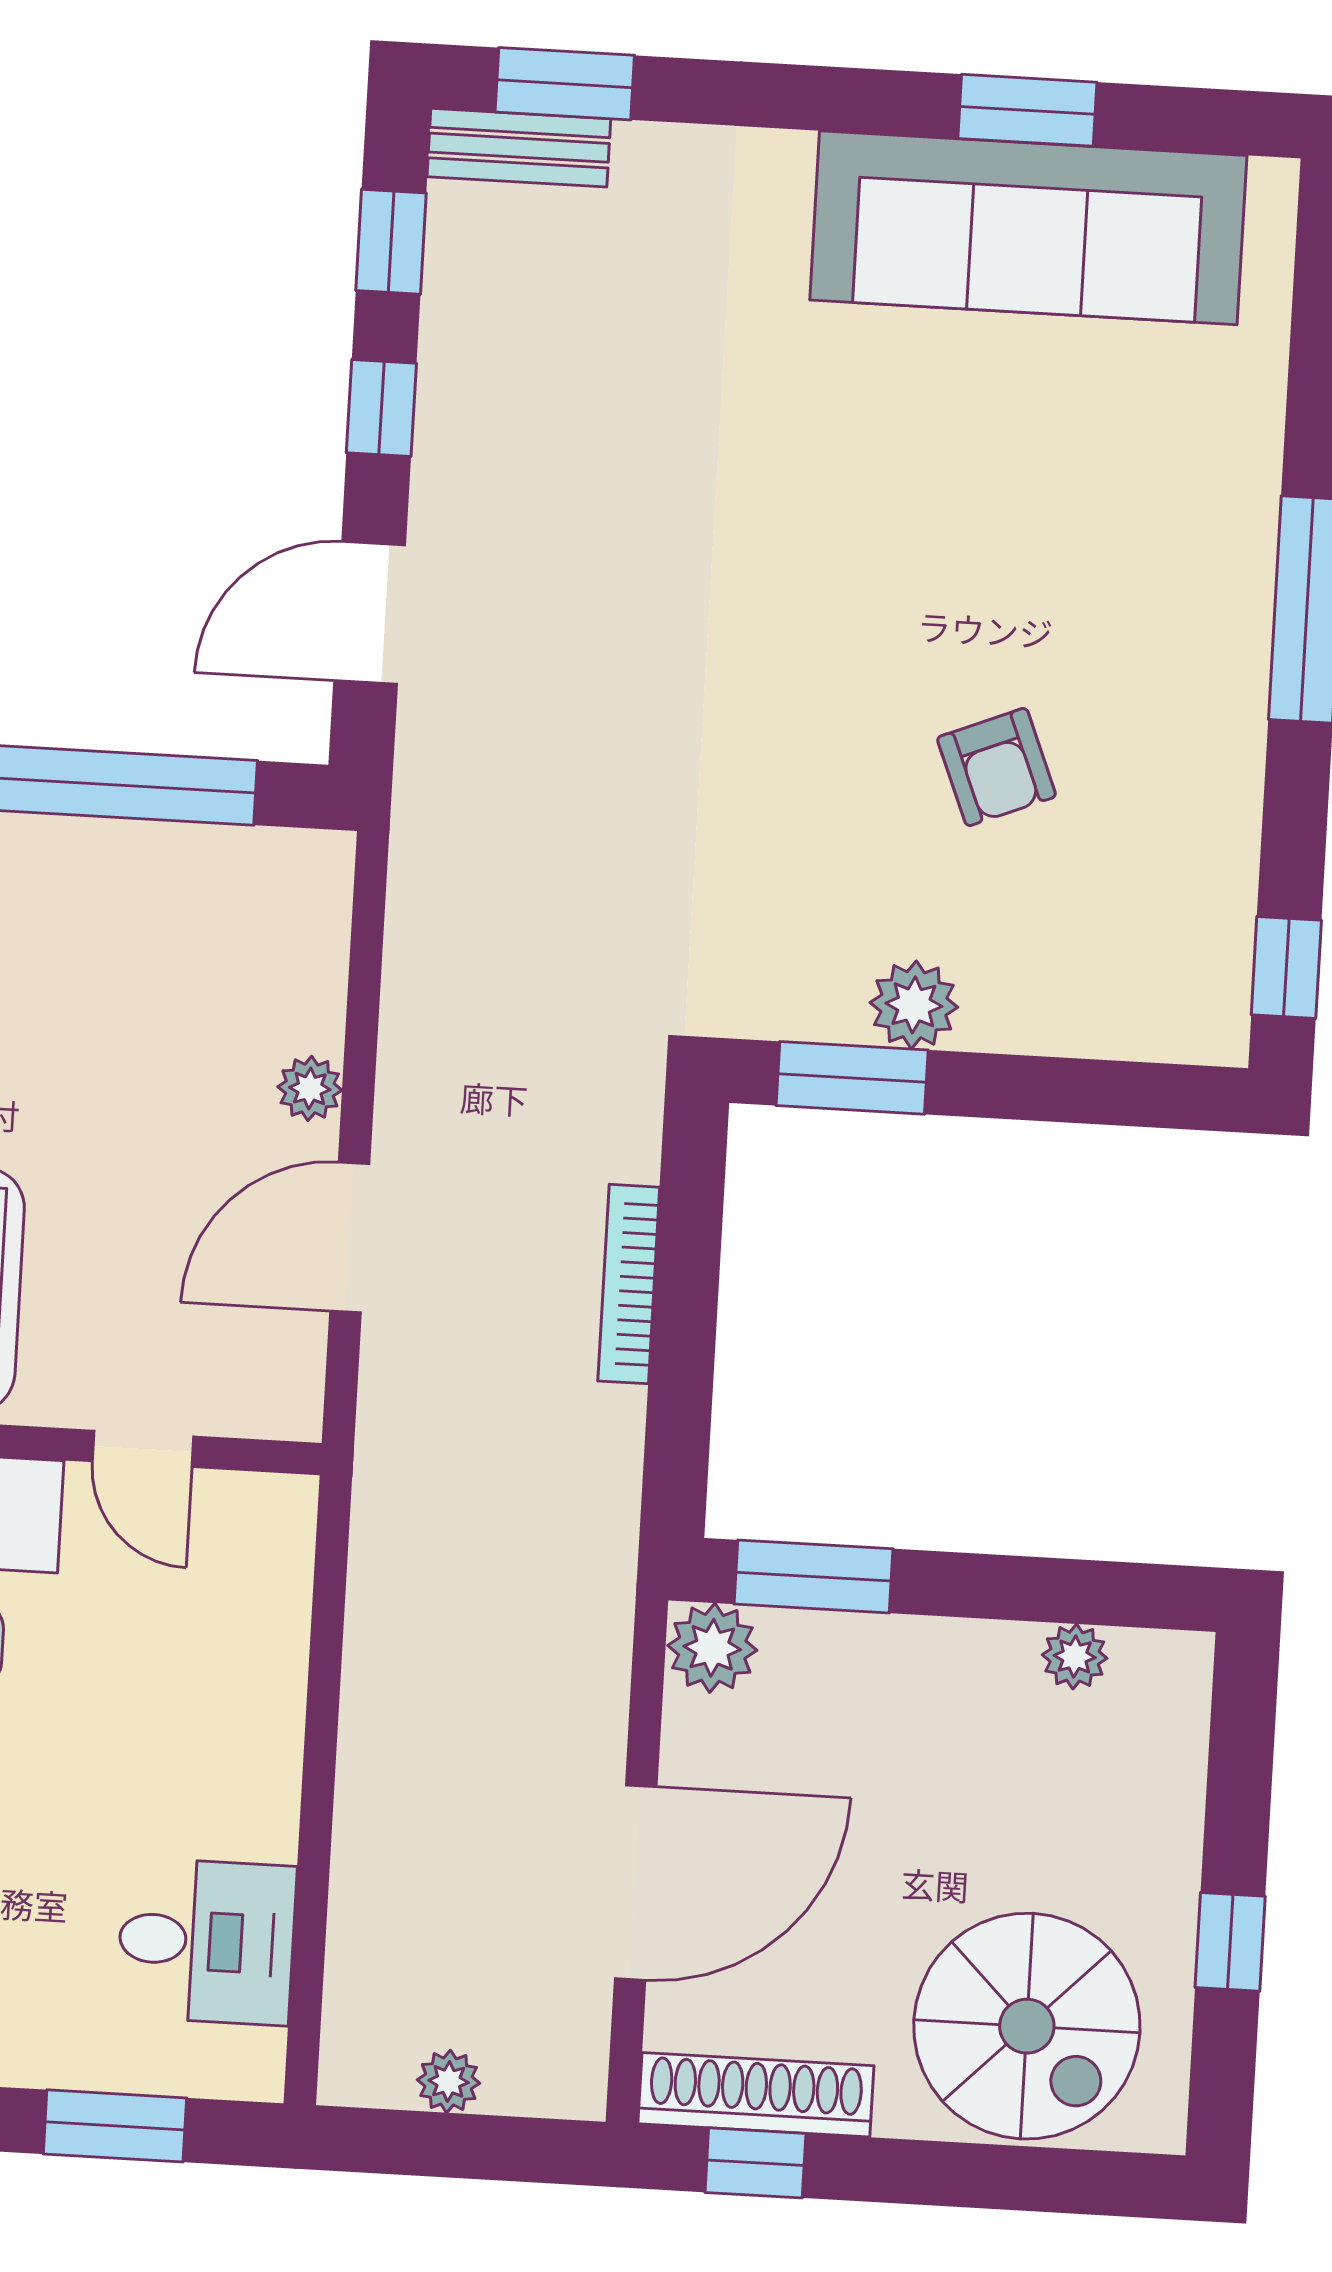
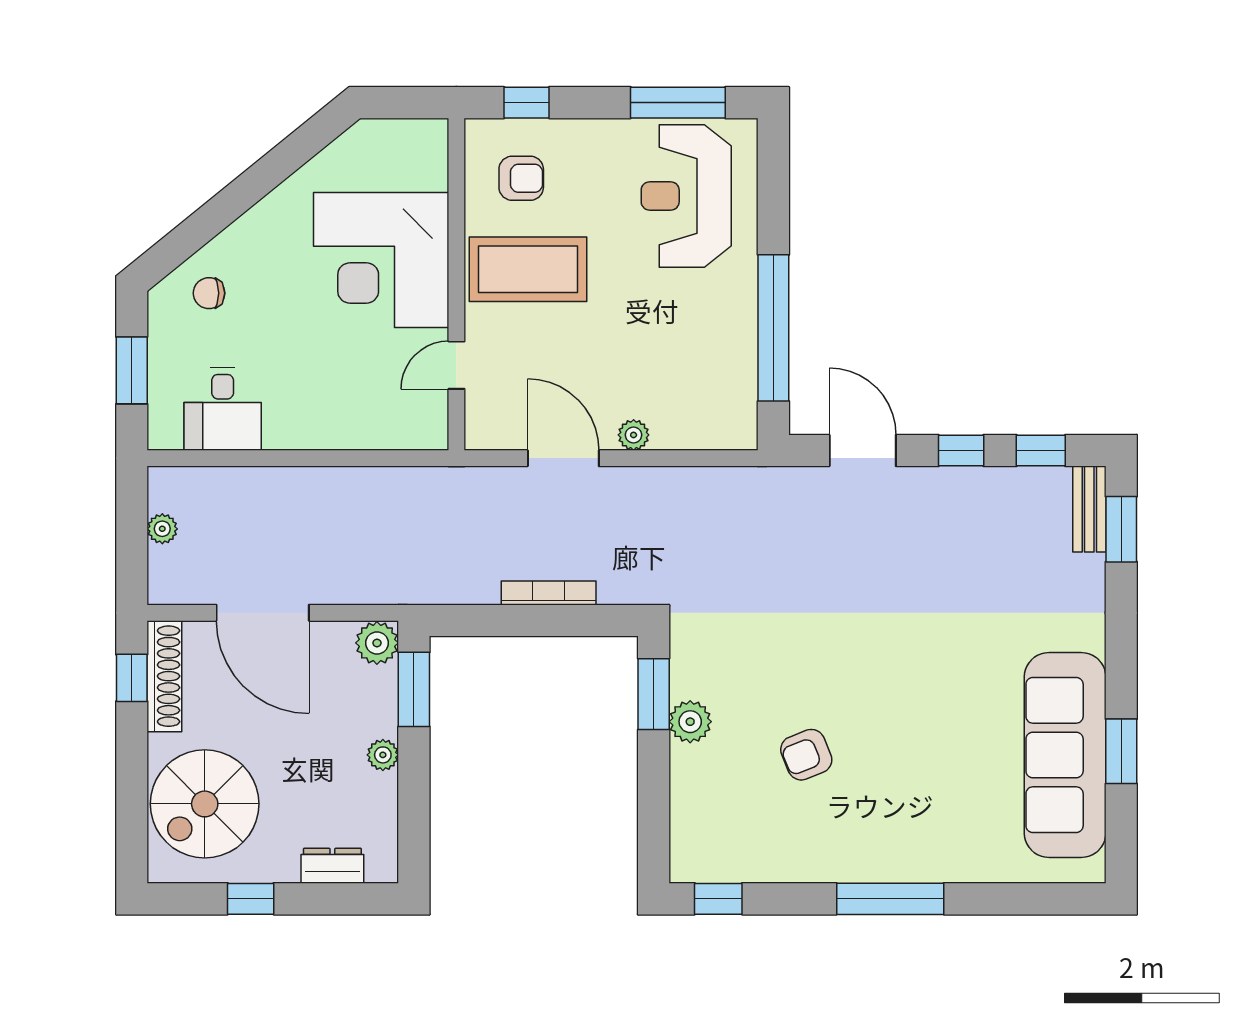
plant: (1075, 1657) -> (383, 755), moved
dresser: (1171, 1768) -> (332, 866), added

